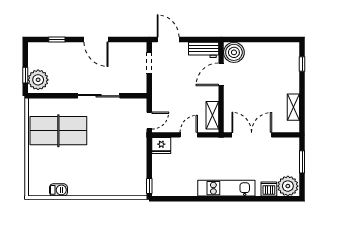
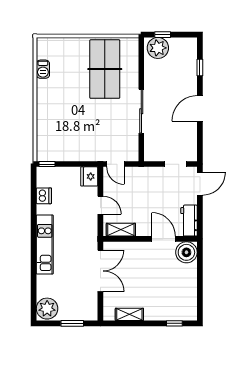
dishwasher: (269, 189) -> (44, 196), moved

